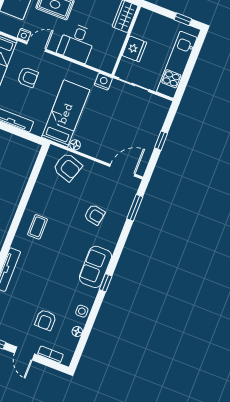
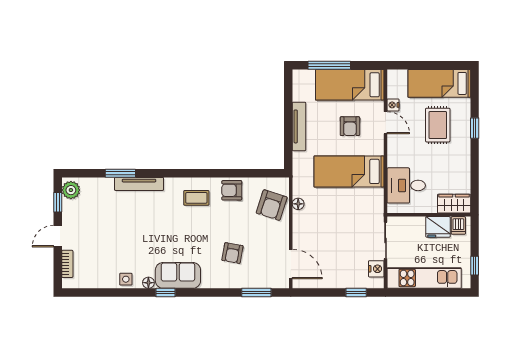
dishwasher: (144, 20) -> (458, 225), added
desk: (77, 43) -> (406, 185), moved
fridge: (134, 49) -> (438, 227), moved
nightstand: (103, 82) -> (376, 269), moved
bed: (66, 114) -> (349, 171), moved, turned 180
window: (161, 141) -> (356, 293), moved
armchair: (46, 320) -> (232, 190), moved
floor lamp: (77, 332) -> (148, 283), moved

